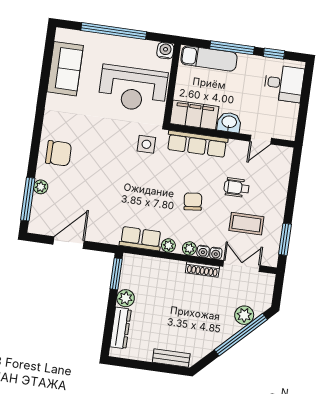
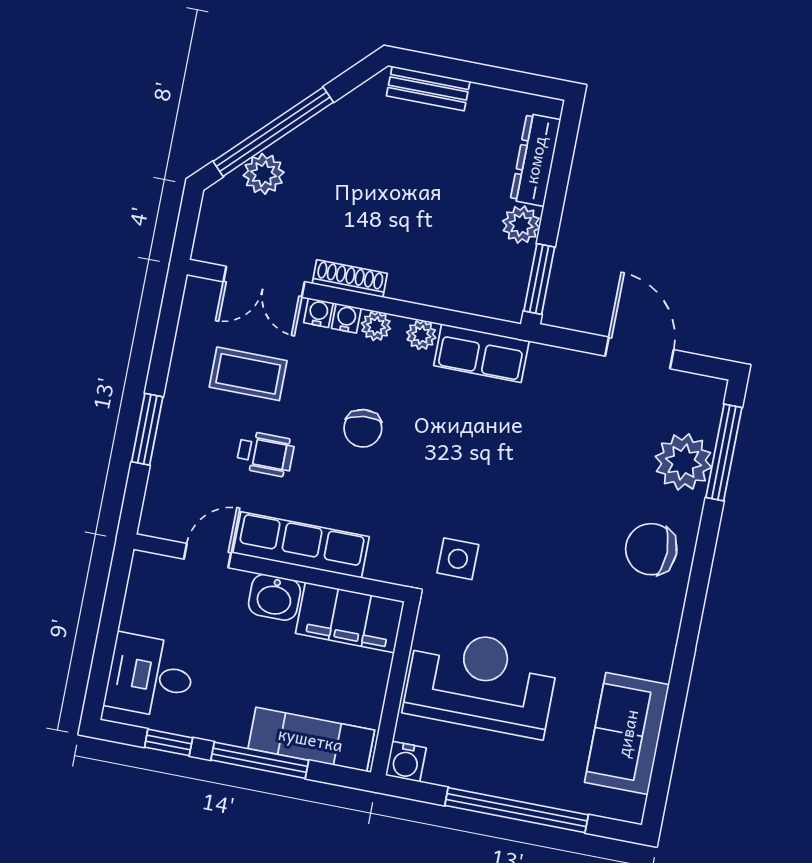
row of seats: (197, 144) -> (301, 545), moved
plant: (41, 187) -> (683, 462), width x1.88, depth x1.88
window: (285, 239) -> (147, 429), moved
door: (69, 243) -> (639, 353), swing flipped

